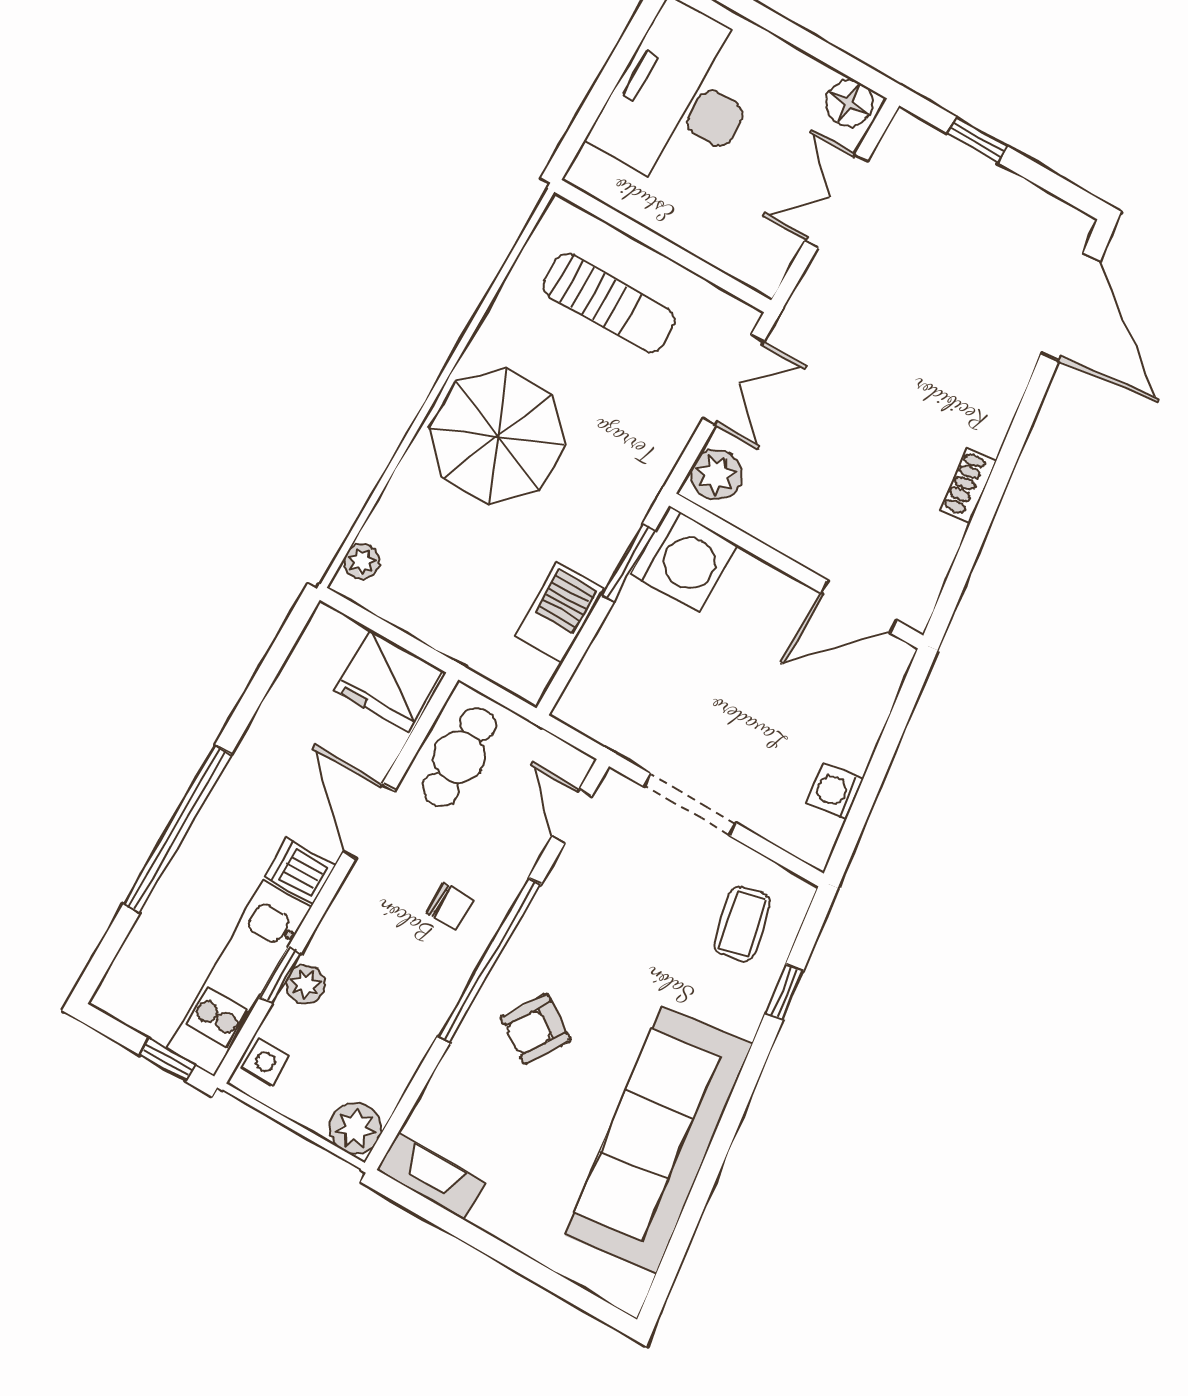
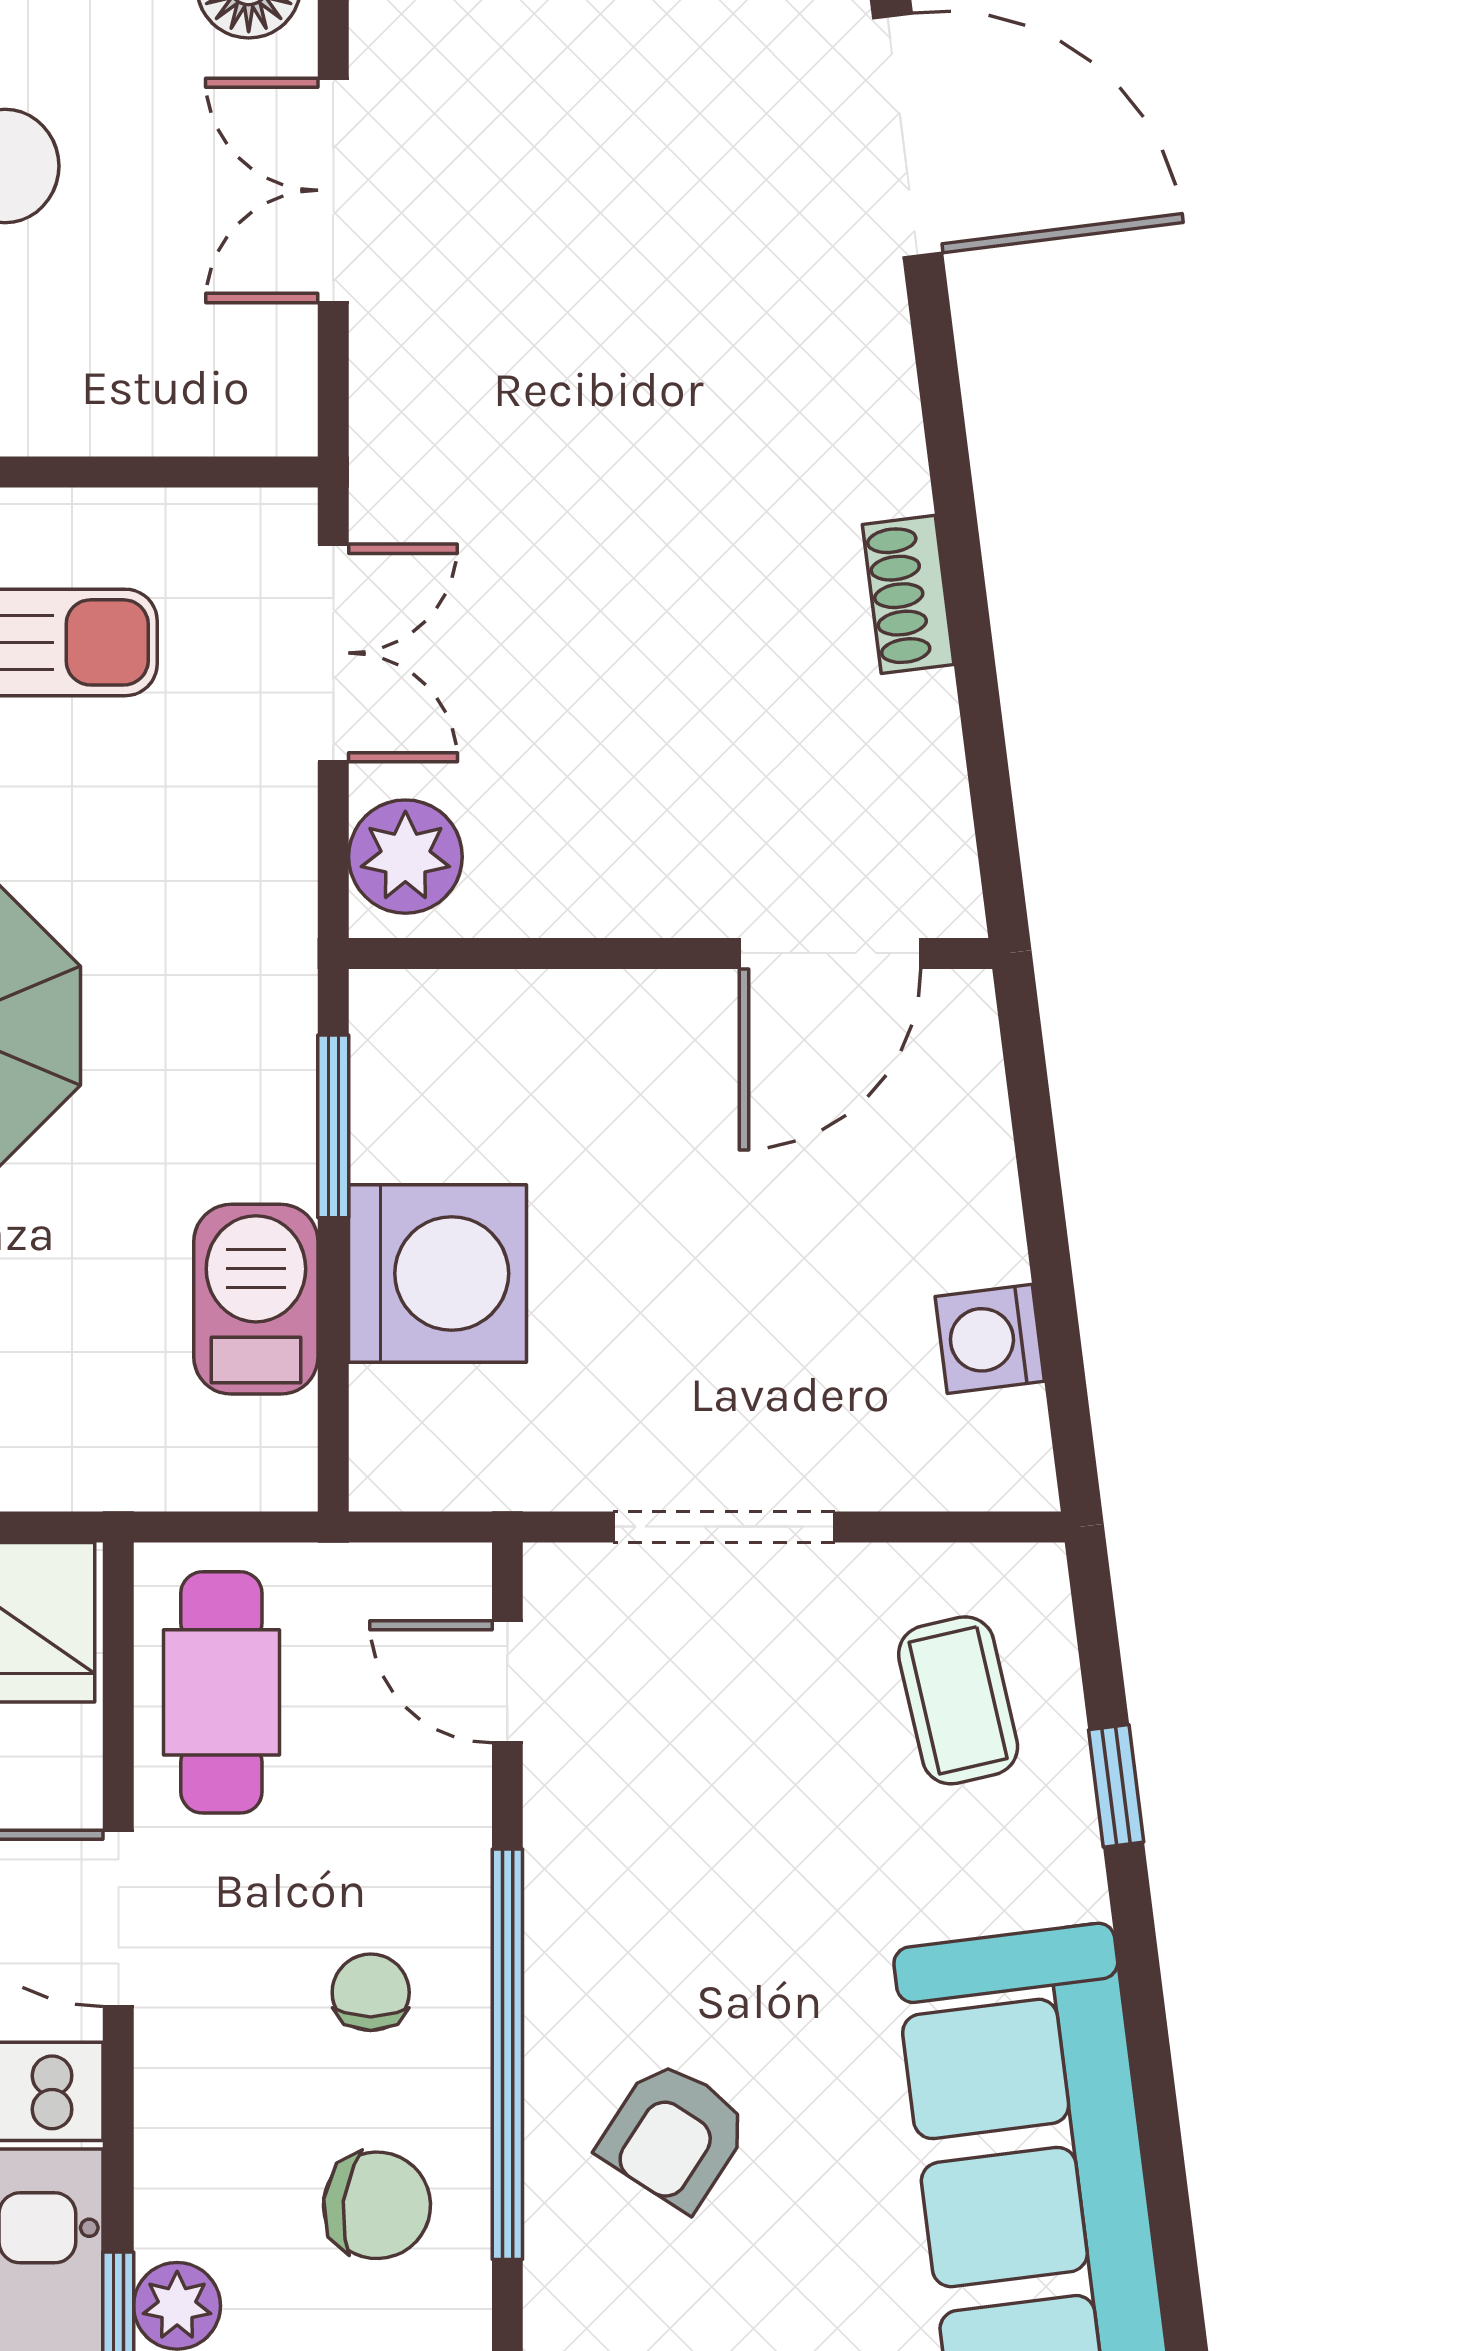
washing machine: (684, 559) -> (437, 1273), moved
chair: (450, 906) -> (371, 1992), turned -90
chair: (405, 990) -> (377, 2205), added

